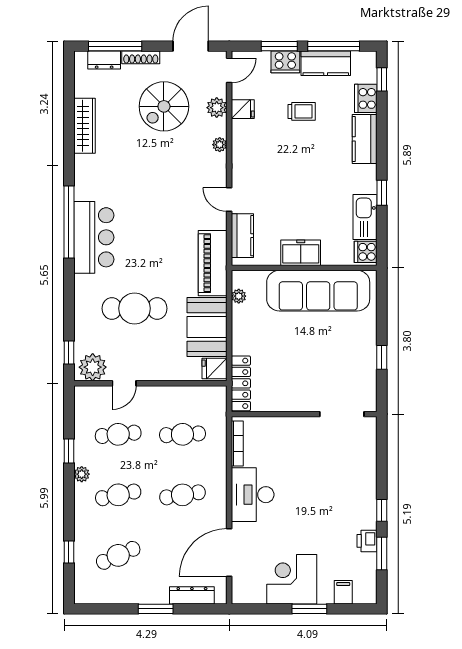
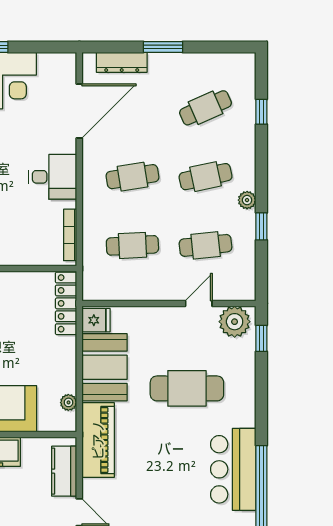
desk: (253, 495) -> (53, 177), width x0.73

